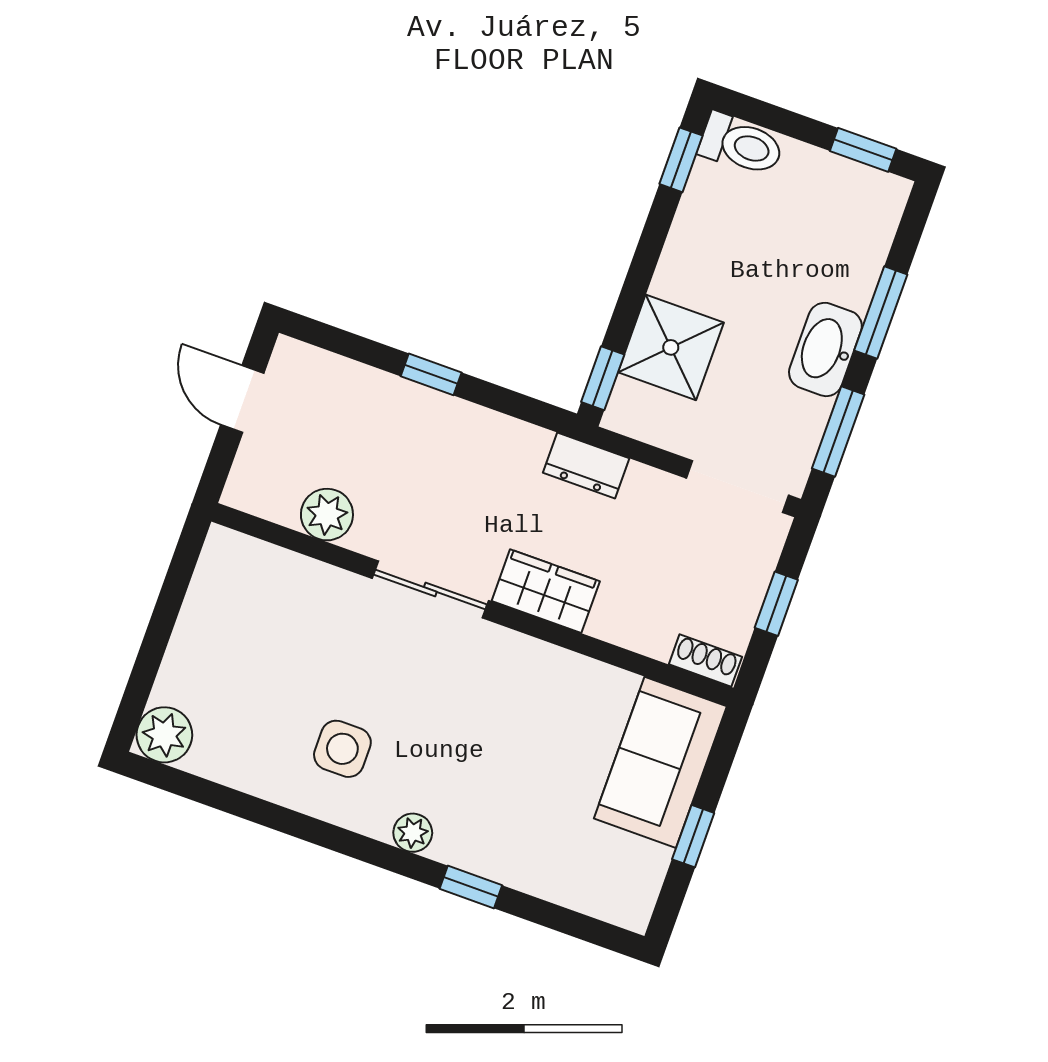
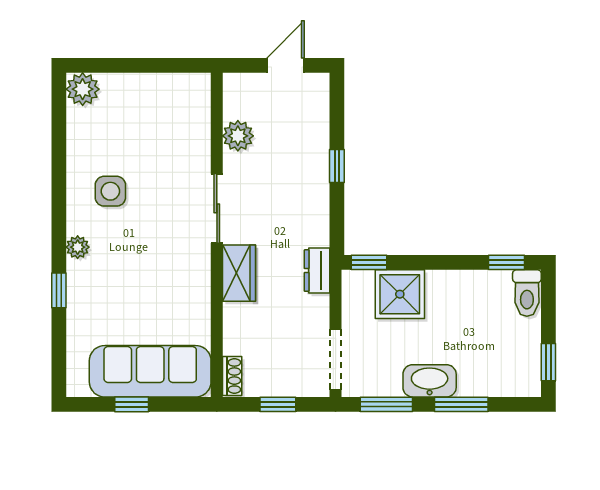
sofa: (660, 762) -> (150, 371), width x1.36

